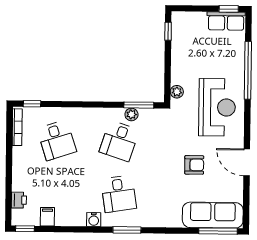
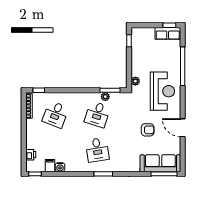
desk: (57, 140) -> (56, 114), turned 39
water cooler: (94, 220) -> (60, 167), moved

